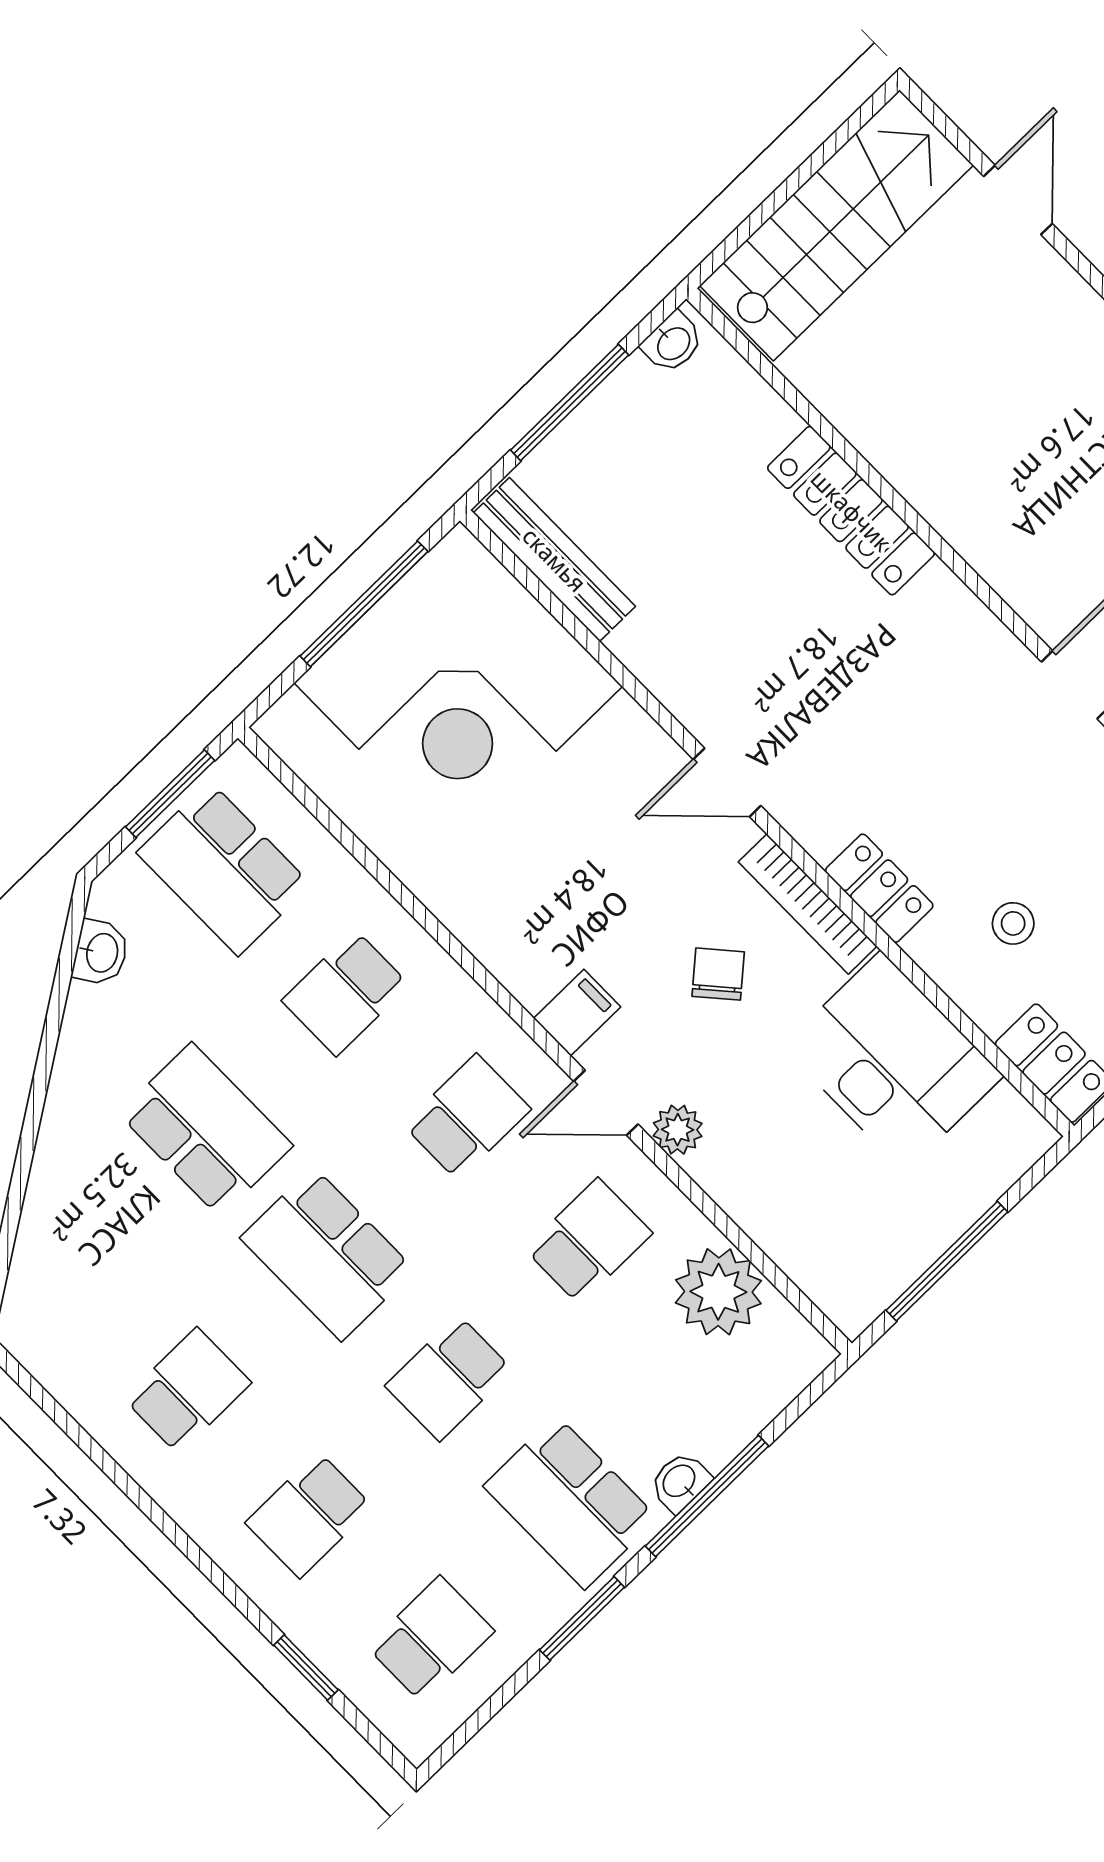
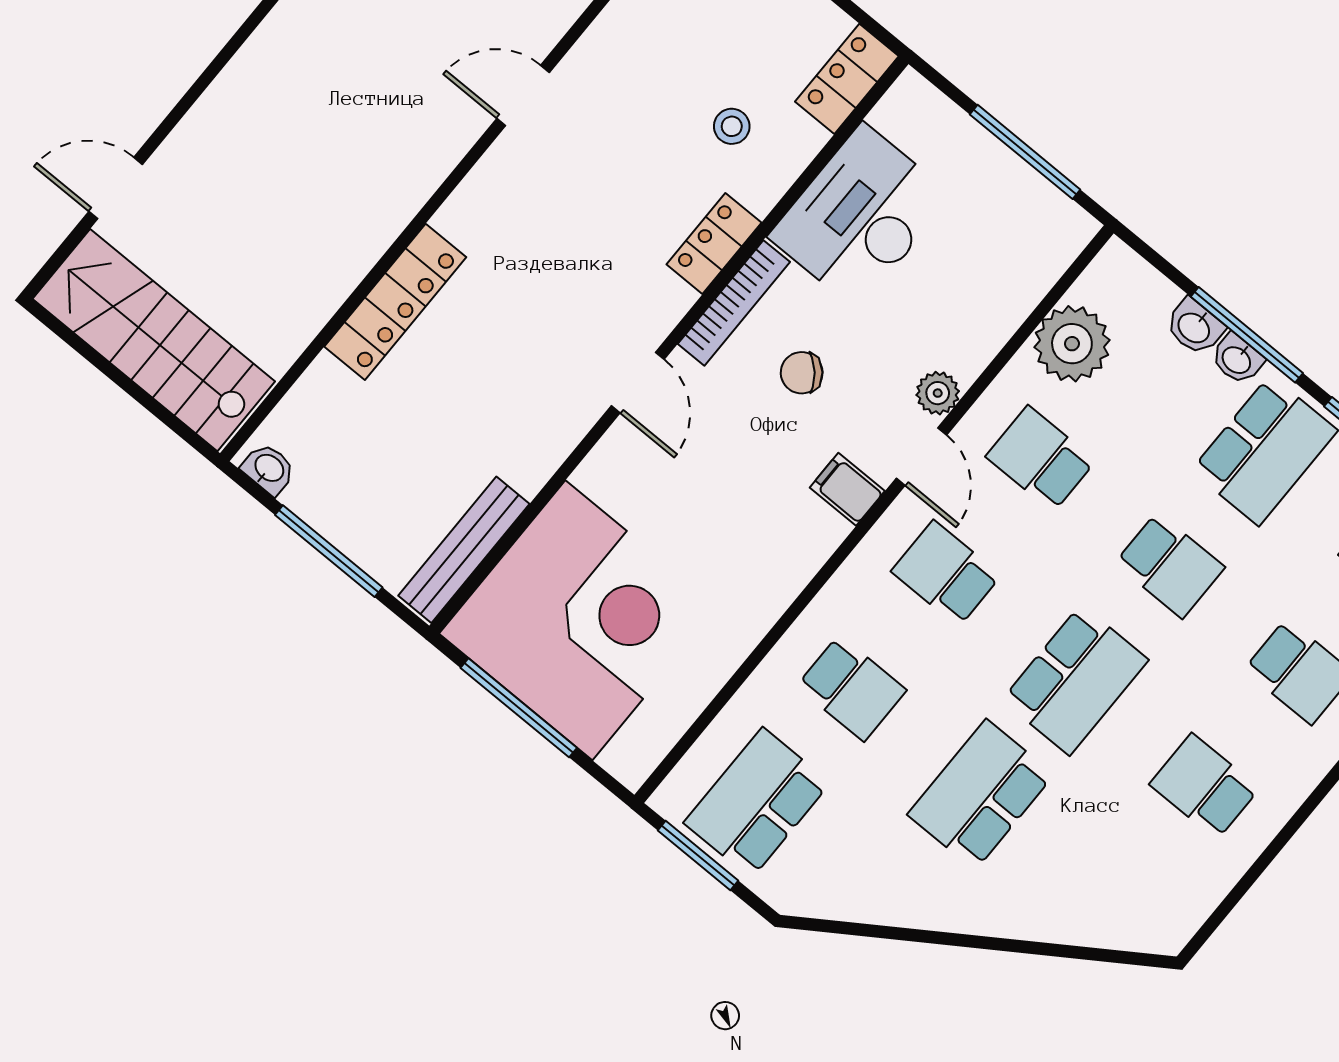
school desk: (224, 869) -> (757, 803), turned 180
washbasin: (101, 952) -> (1195, 327), moved, turned -147

